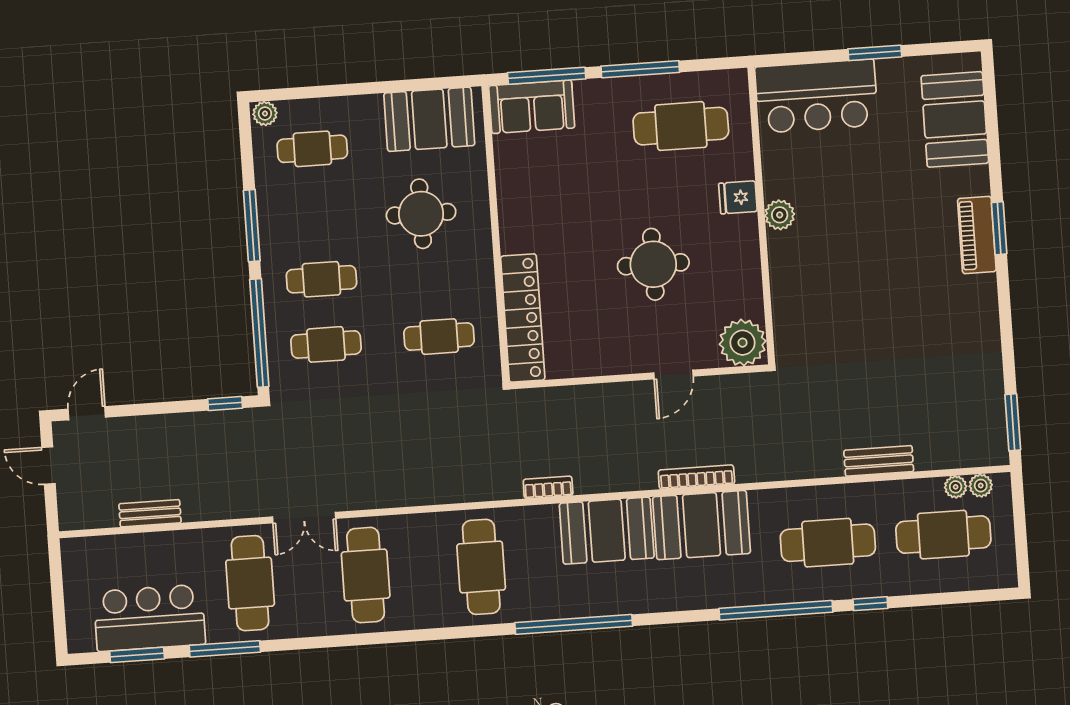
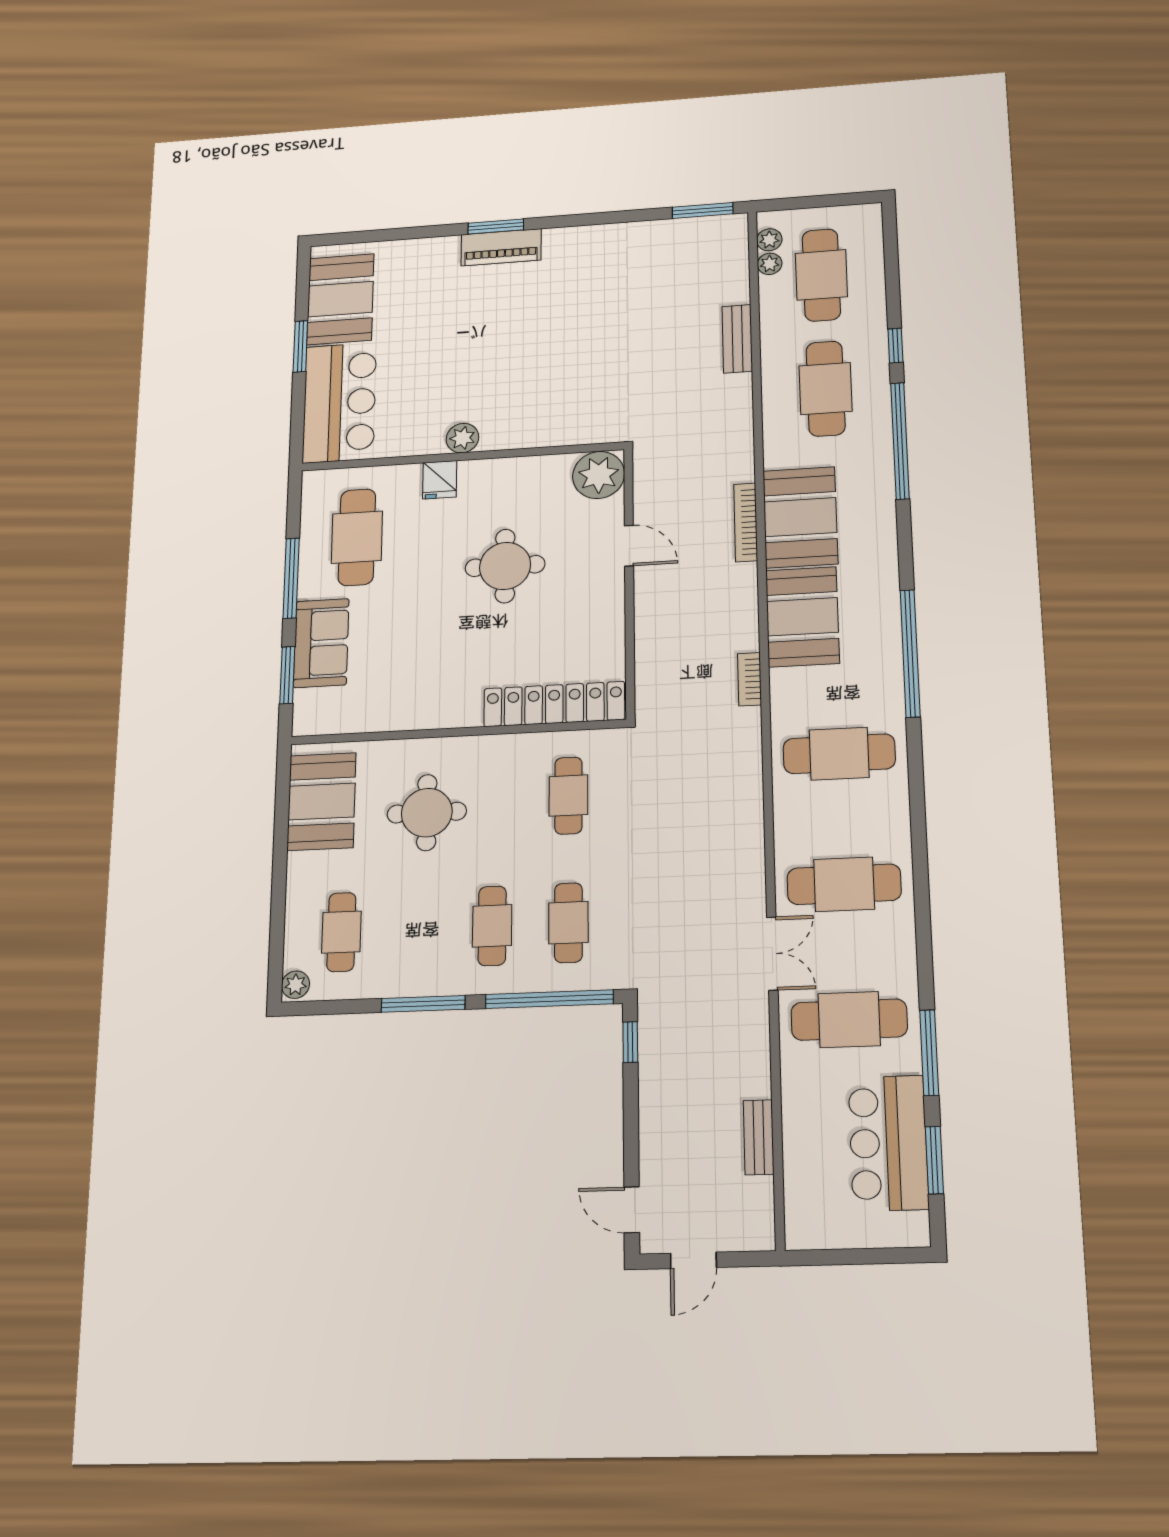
window: (547, 76) -> (287, 675), width x0.69
sofa: (532, 107) -> (321, 643), moved
booth: (955, 119) -> (340, 299), moved, turned 90

